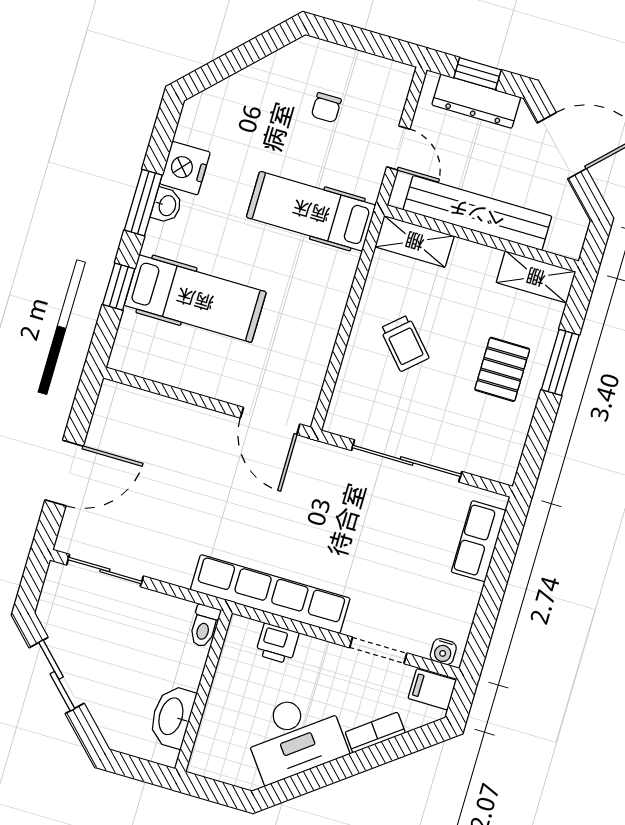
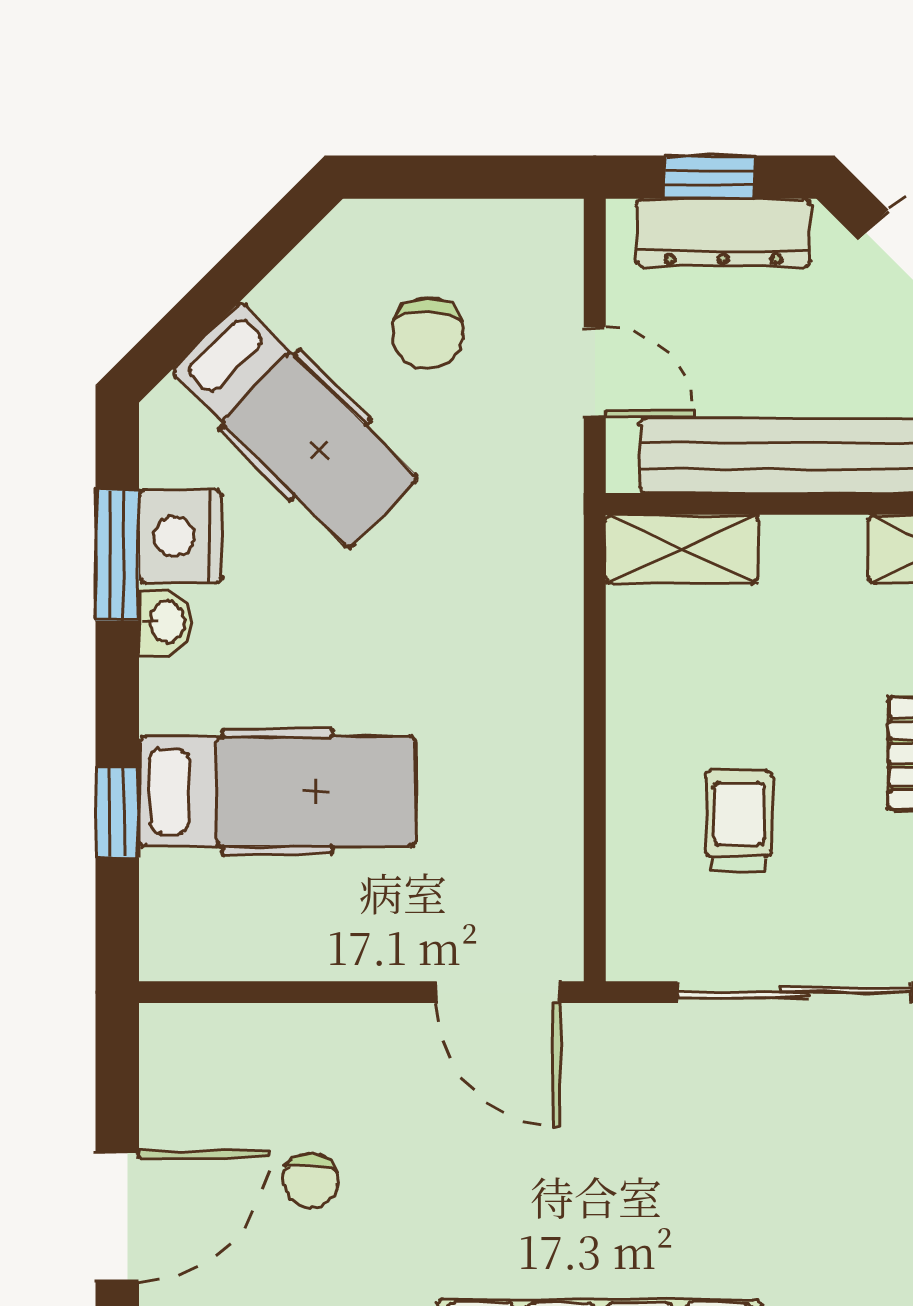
chair: (326, 108) -> (427, 333), width x1.37, depth x1.37
window: (143, 203) -> (117, 555), moved
hospital bed: (311, 211) -> (295, 425), moved, turned -135
trolley: (405, 343) -> (739, 821), moved, turned -138
chair: (158, 483) -> (310, 1181), added

